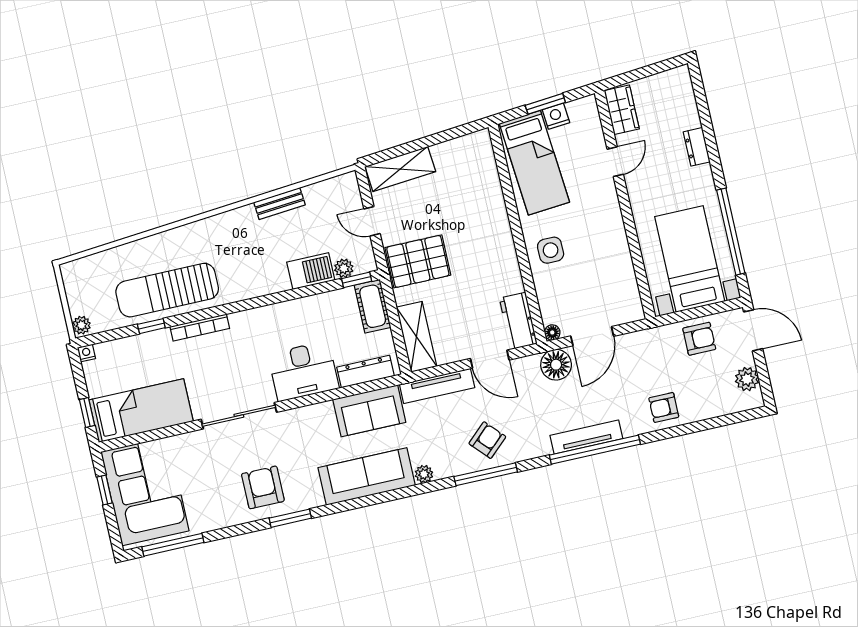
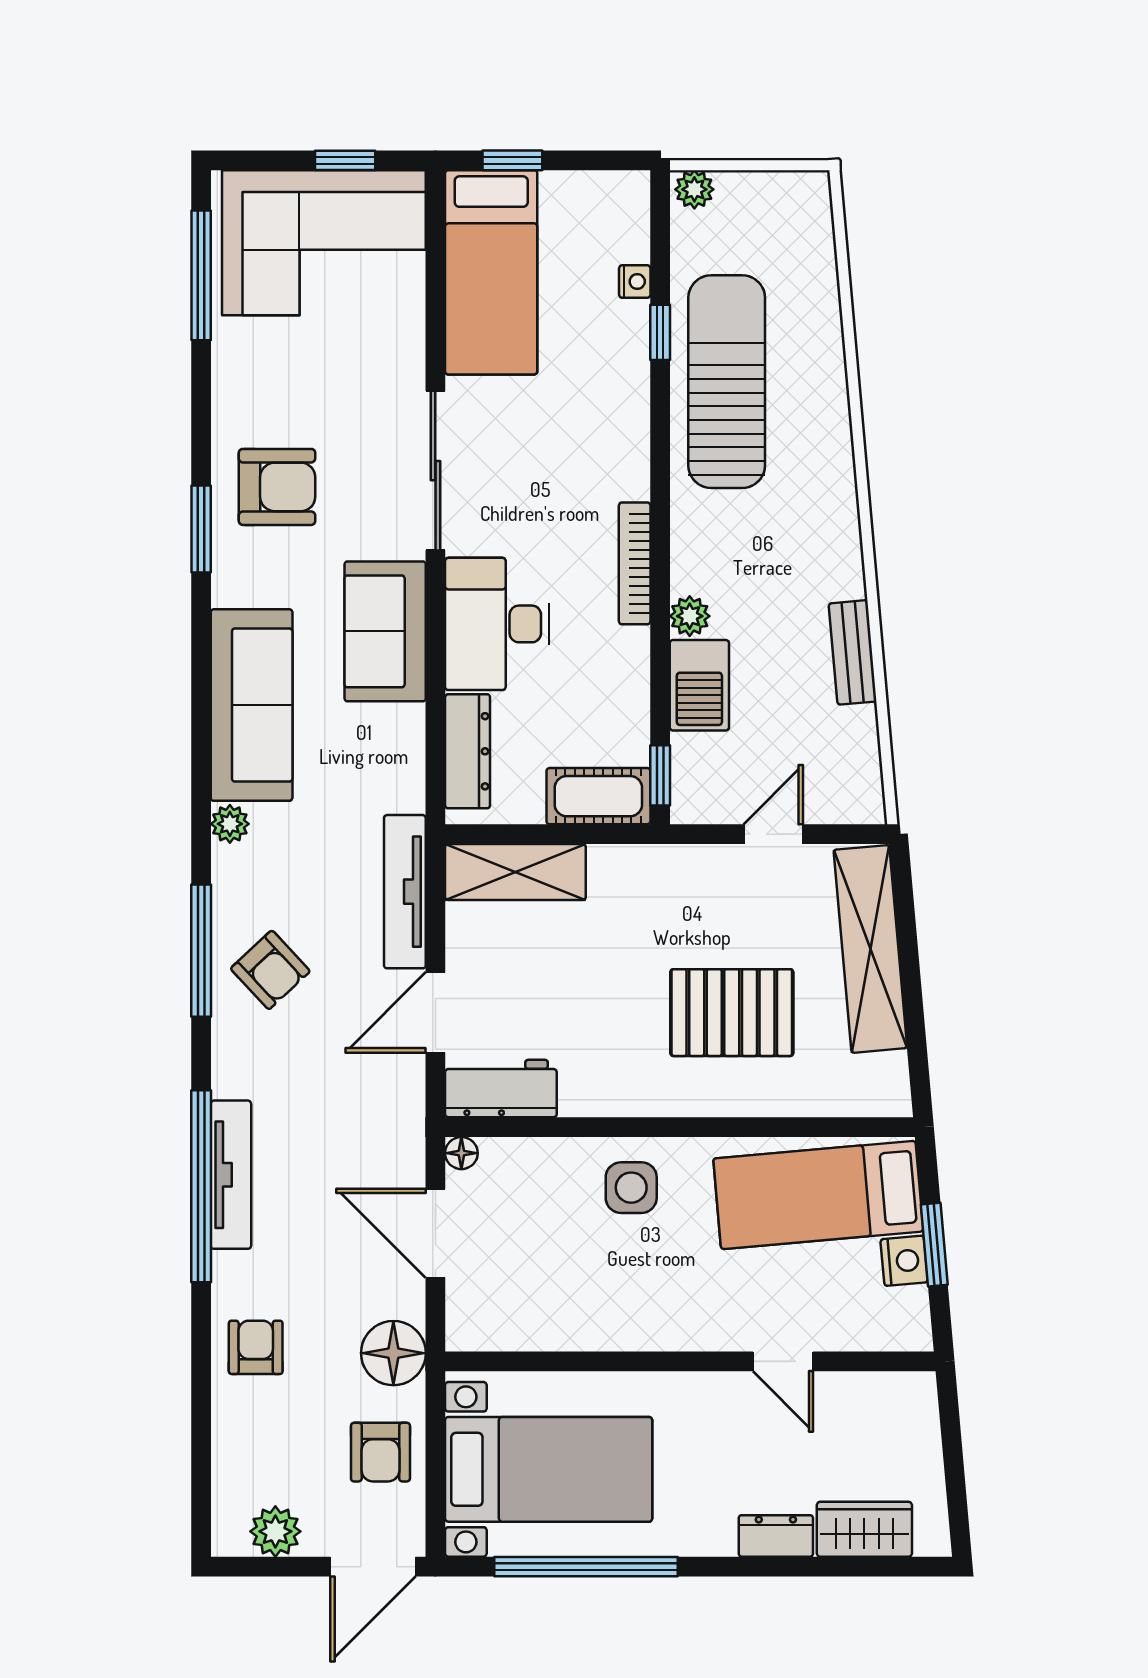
wardrobe: (622, 110) -> (864, 1529), moved, turned 180
shelving: (400, 169) -> (870, 949), width x1.47
pallet: (418, 261) -> (732, 1013), moved, turned 90
plant: (344, 268) -> (690, 616), moved
bookcase: (200, 328) -> (635, 563), moved
nightstand: (86, 353) -> (635, 282), moved
floor lamp: (556, 365) -> (393, 1353), moved
sofa: (369, 411) -> (385, 631), moved

